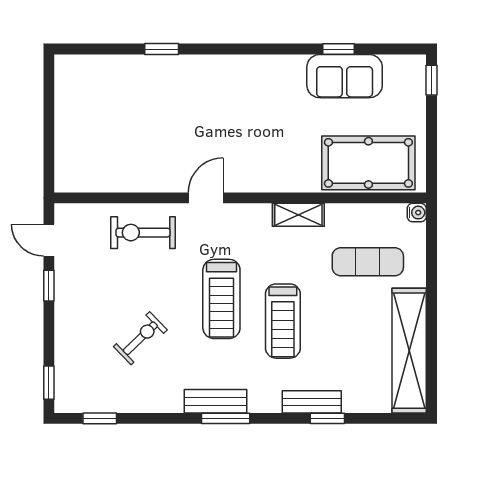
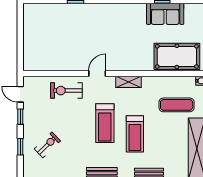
shelving: (298, 215) -> (129, 82), moved
exercise bike: (140, 338) -> (47, 145), moved
window: (49, 383) -> (20, 147), moved

